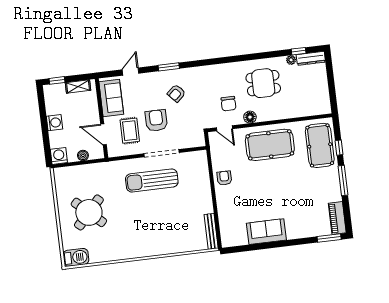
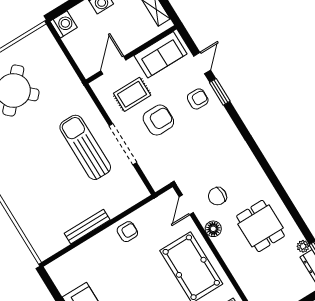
window: (169, 67) -> (220, 92), moved
door: (130, 72) -> (202, 63), hinge flipped
armchair: (176, 93) -> (198, 99), moved, turned 134
boiler: (83, 155) -> (77, 53), removed
bench: (211, 231) -> (87, 227), moved

